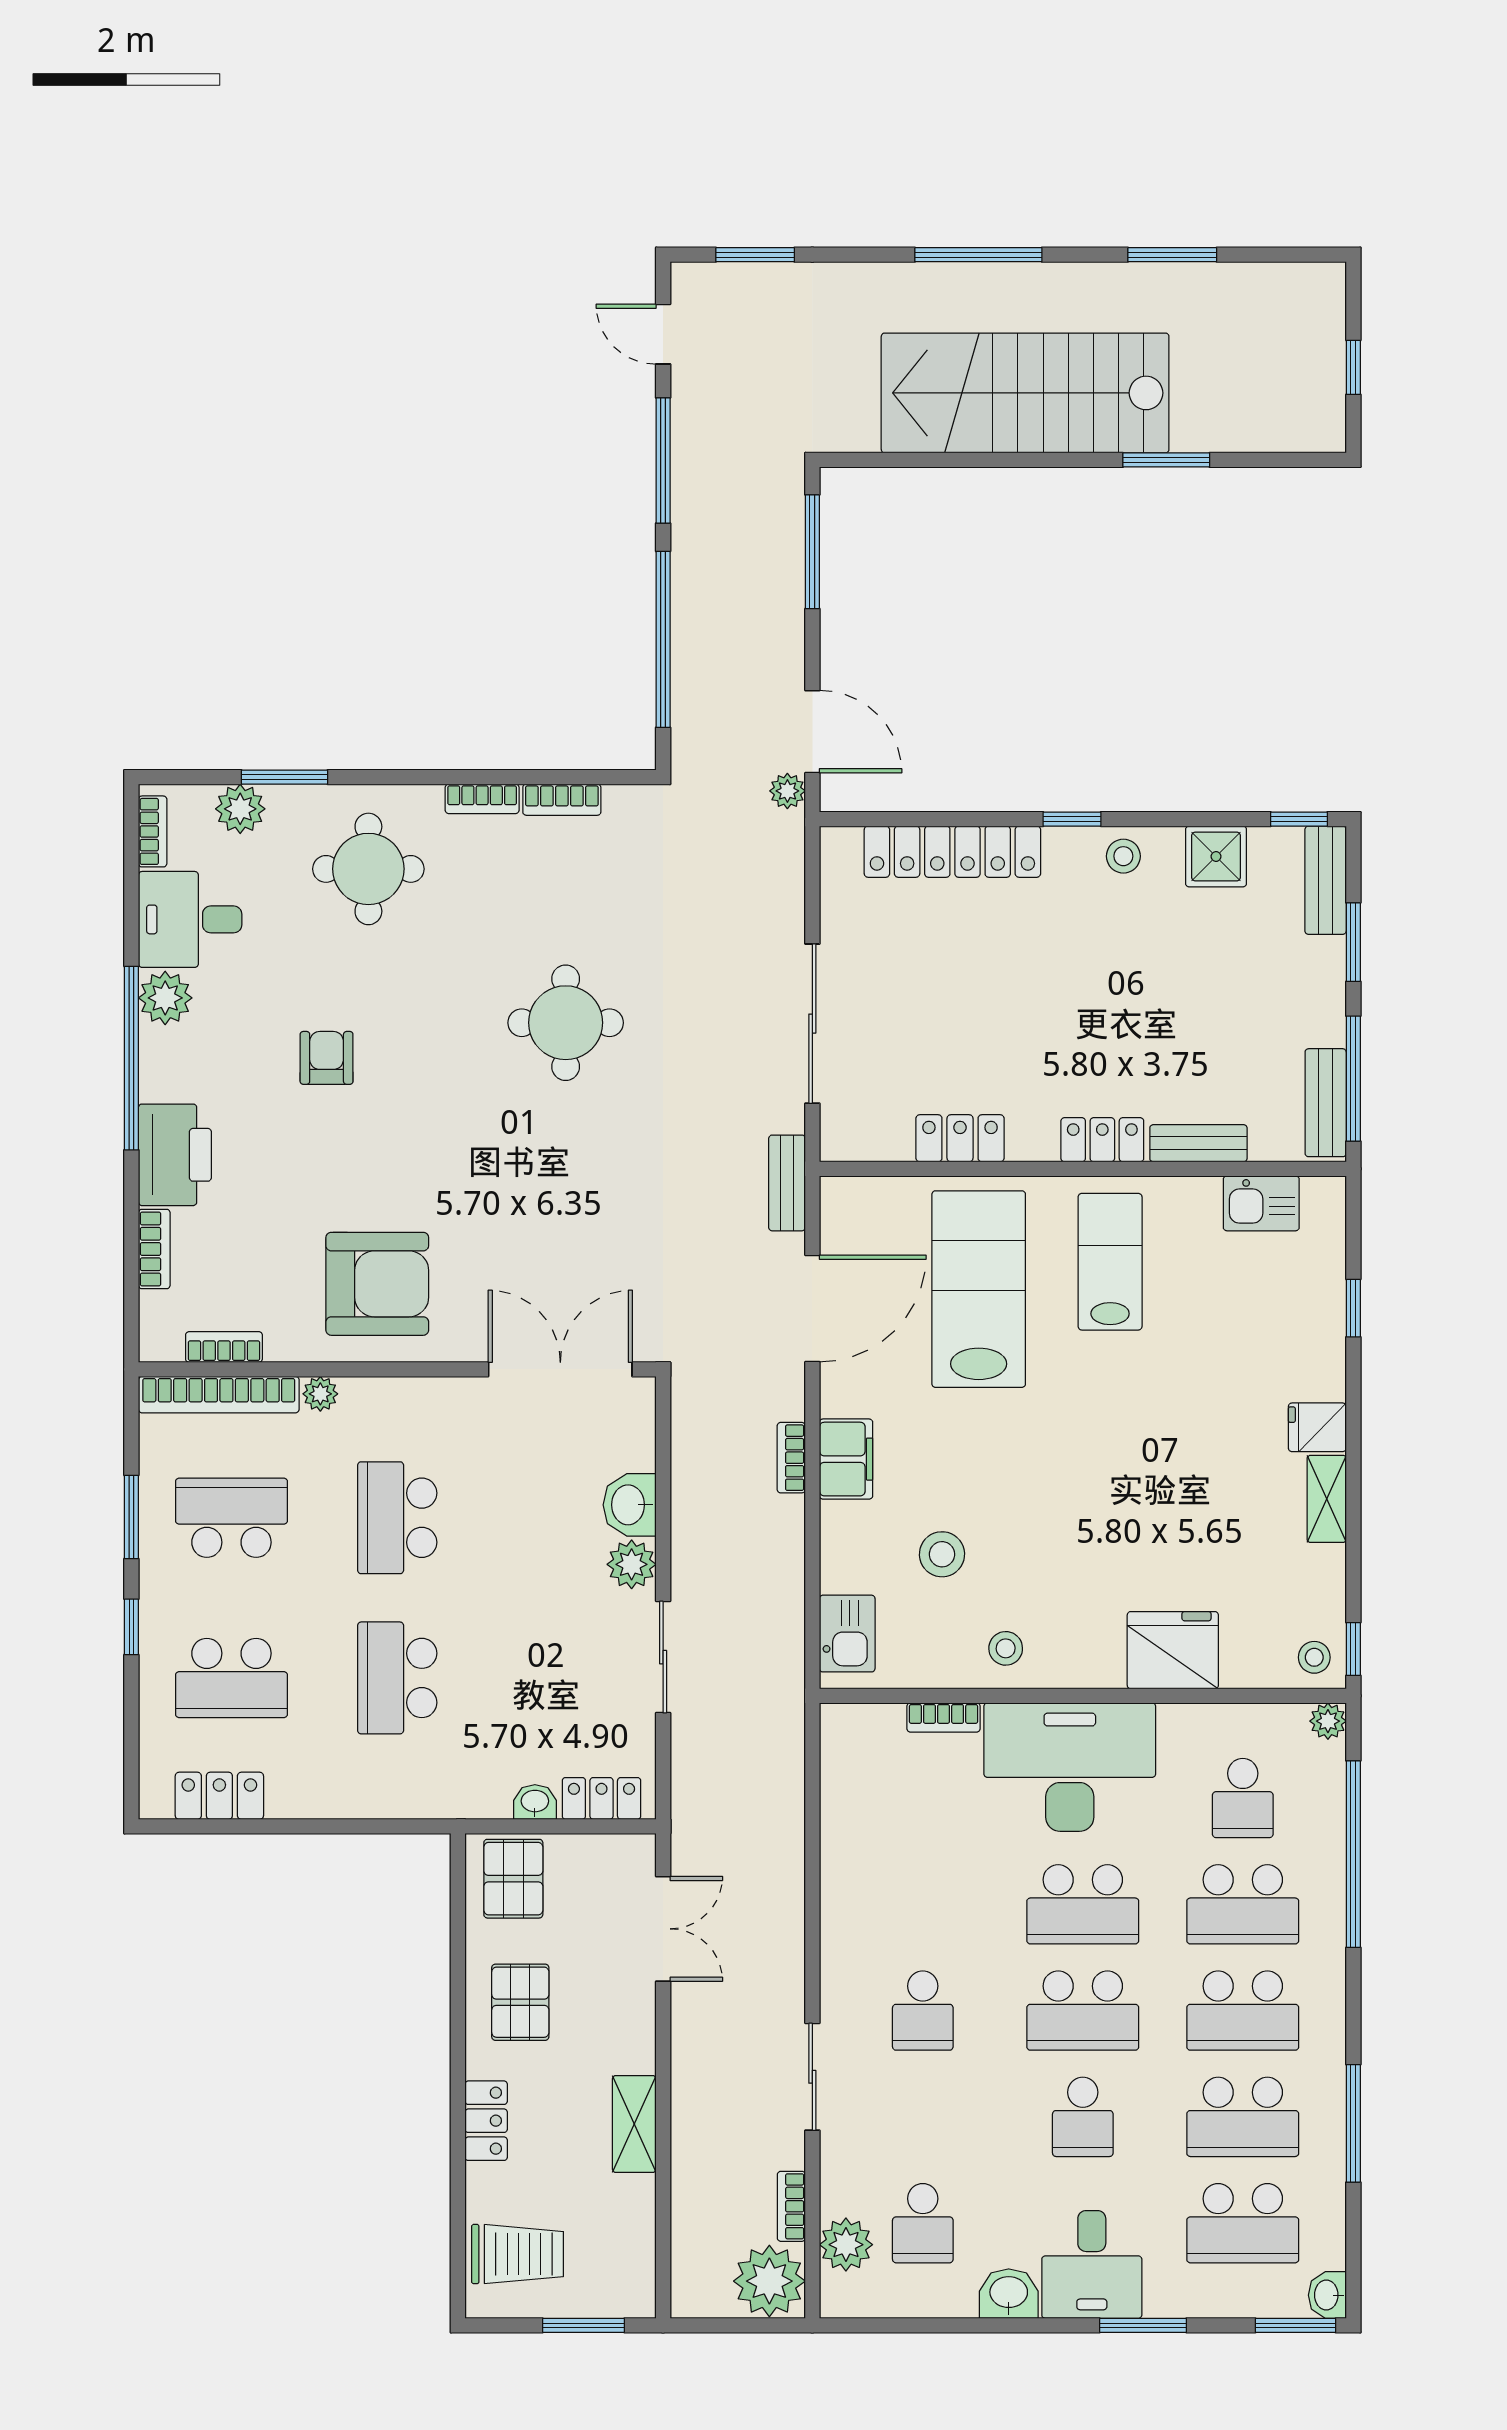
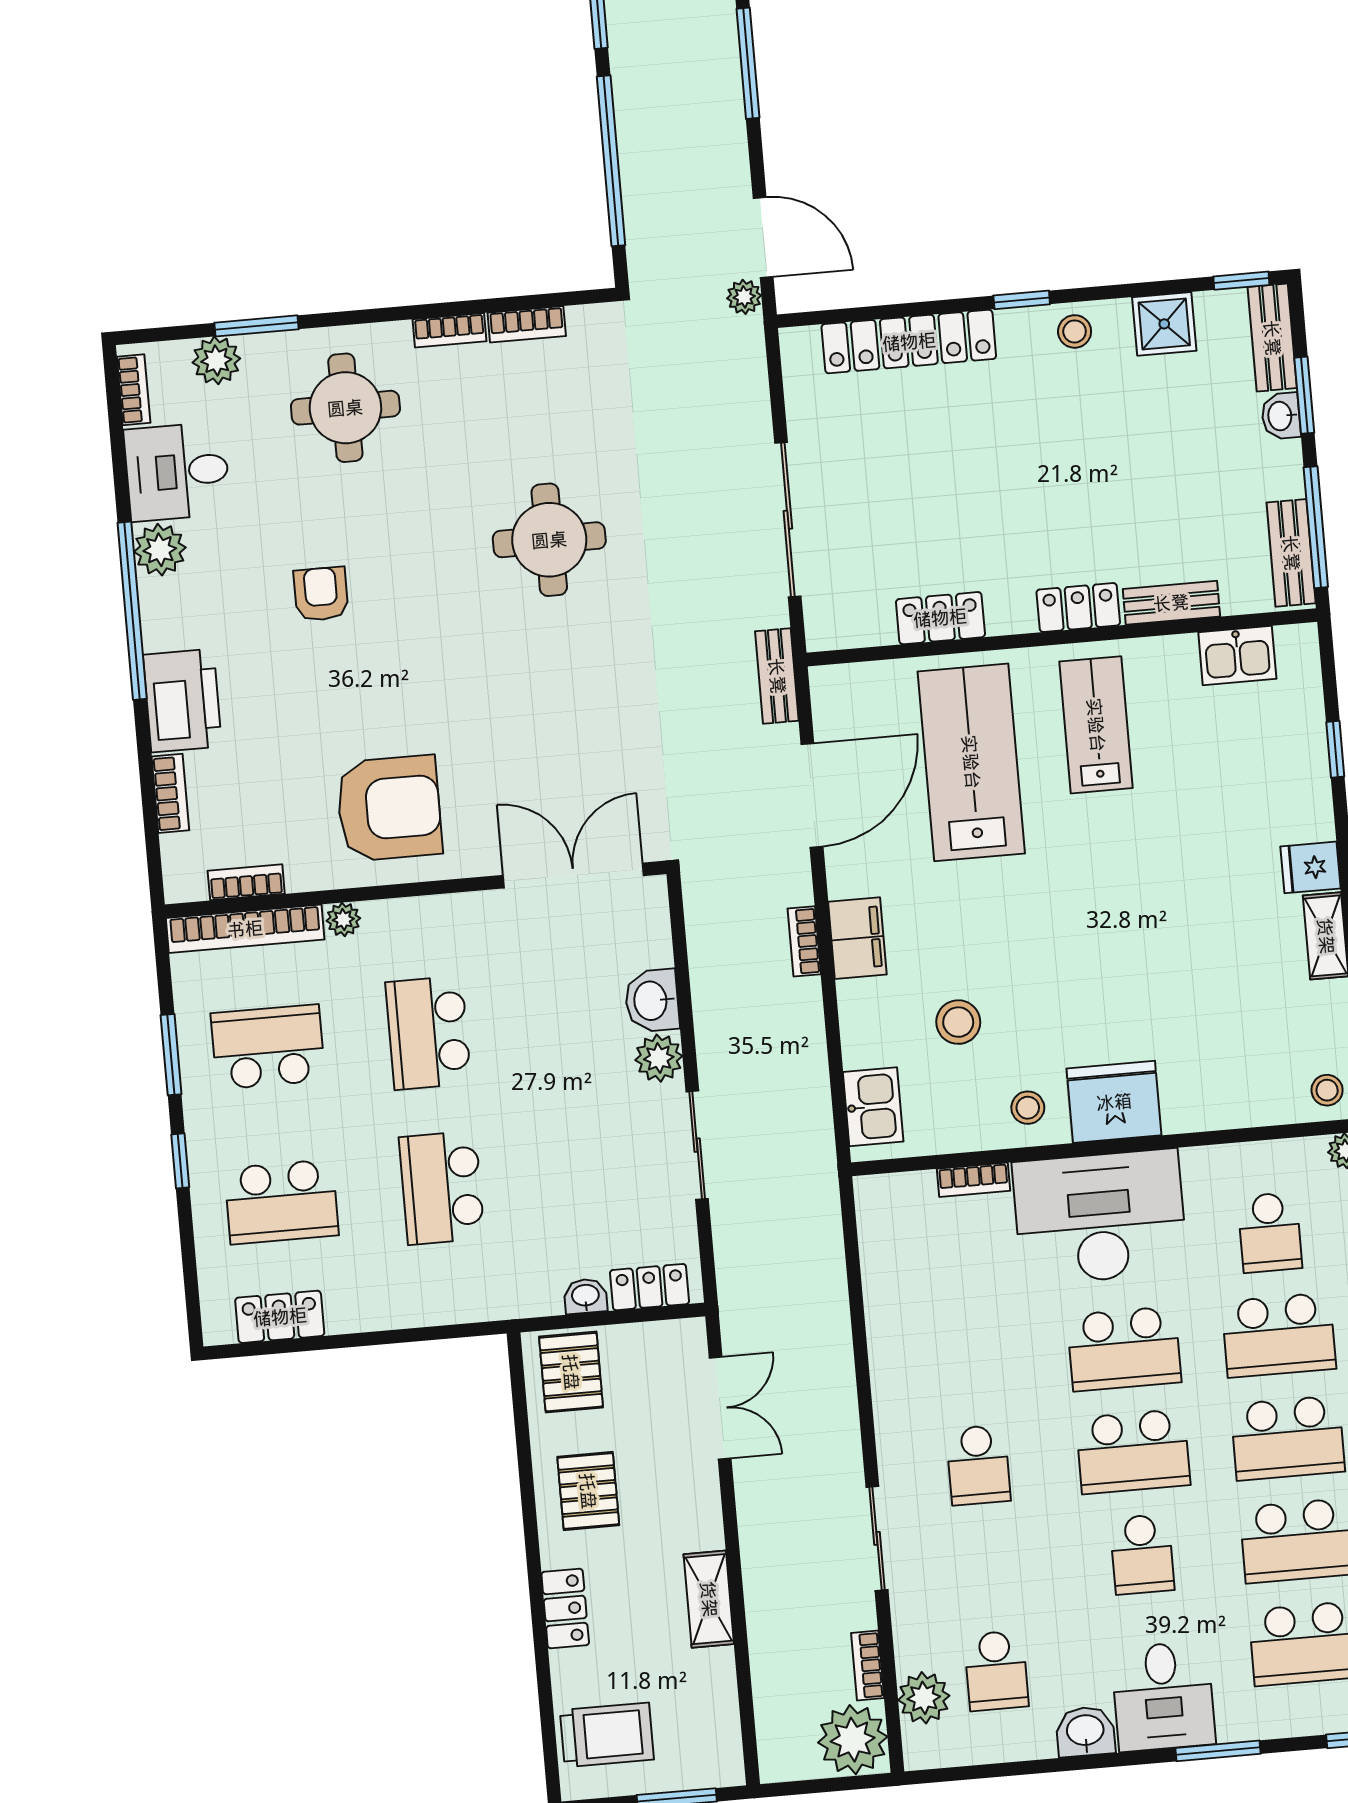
washbasin: (1327, 961) -> (1281, 416), added
fridge: (1173, 1650) -> (1114, 1102), moved

